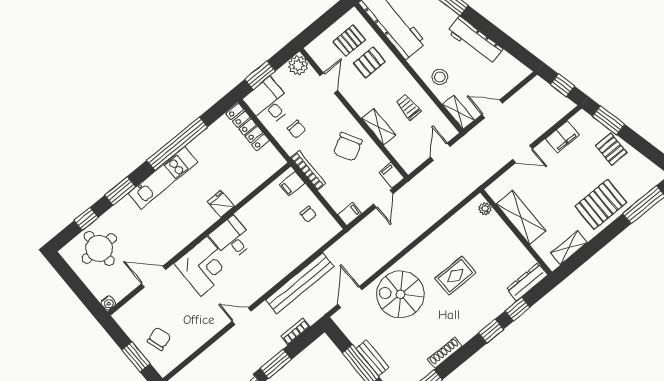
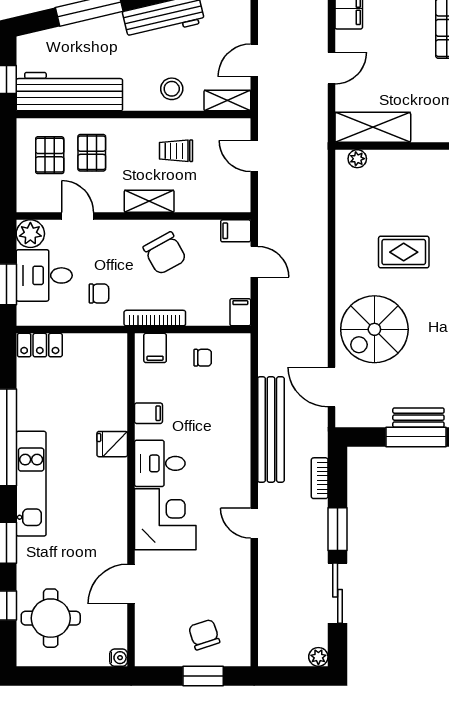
desk: (268, 103) -> (44, 275), moved
locker: (248, 127) -> (40, 345), width x0.66
shelving: (379, 127) -> (149, 201), moved
filing cabinet: (254, 210) -> (148, 413), added
shelving: (521, 218) -> (373, 127), moved
rug: (455, 276) -> (404, 252), turned 90
door: (242, 316) -> (254, 523), hinge flipped

